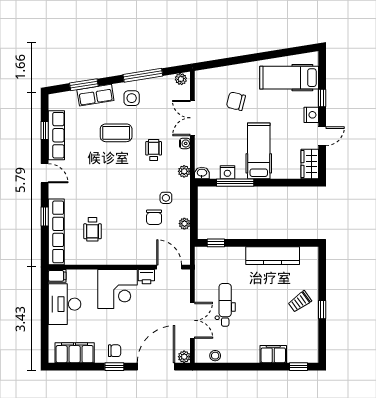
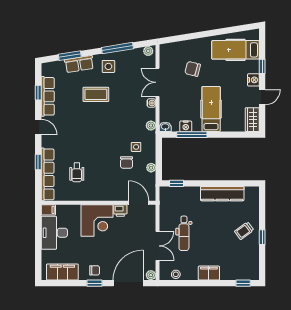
wheelchair: (154, 150) -> (126, 108), removed
dental chair: (225, 305) -> (184, 233), turned 180
filing cabinet: (273, 354) -> (209, 273), moved

